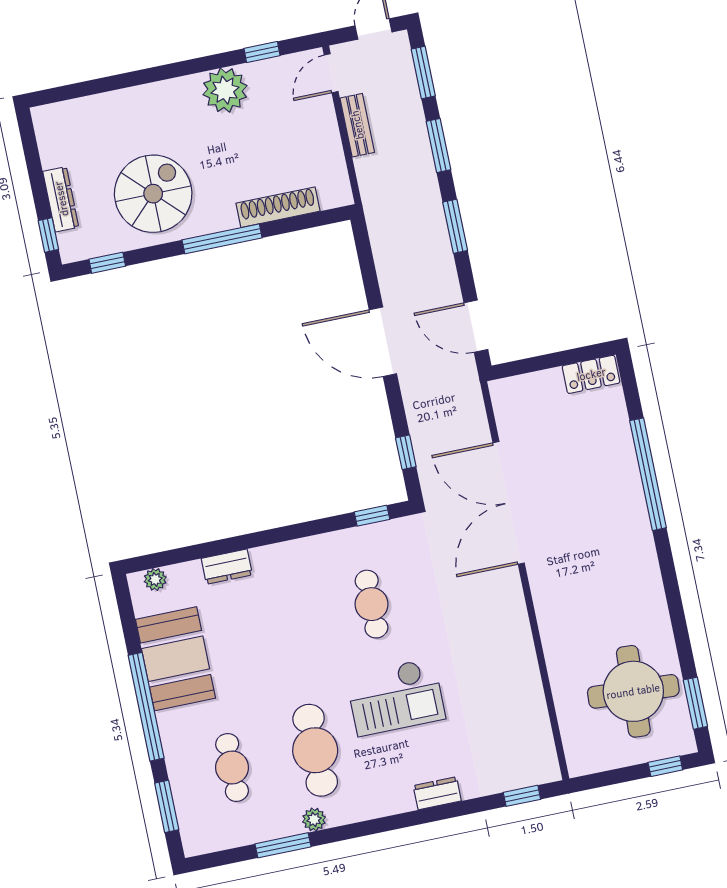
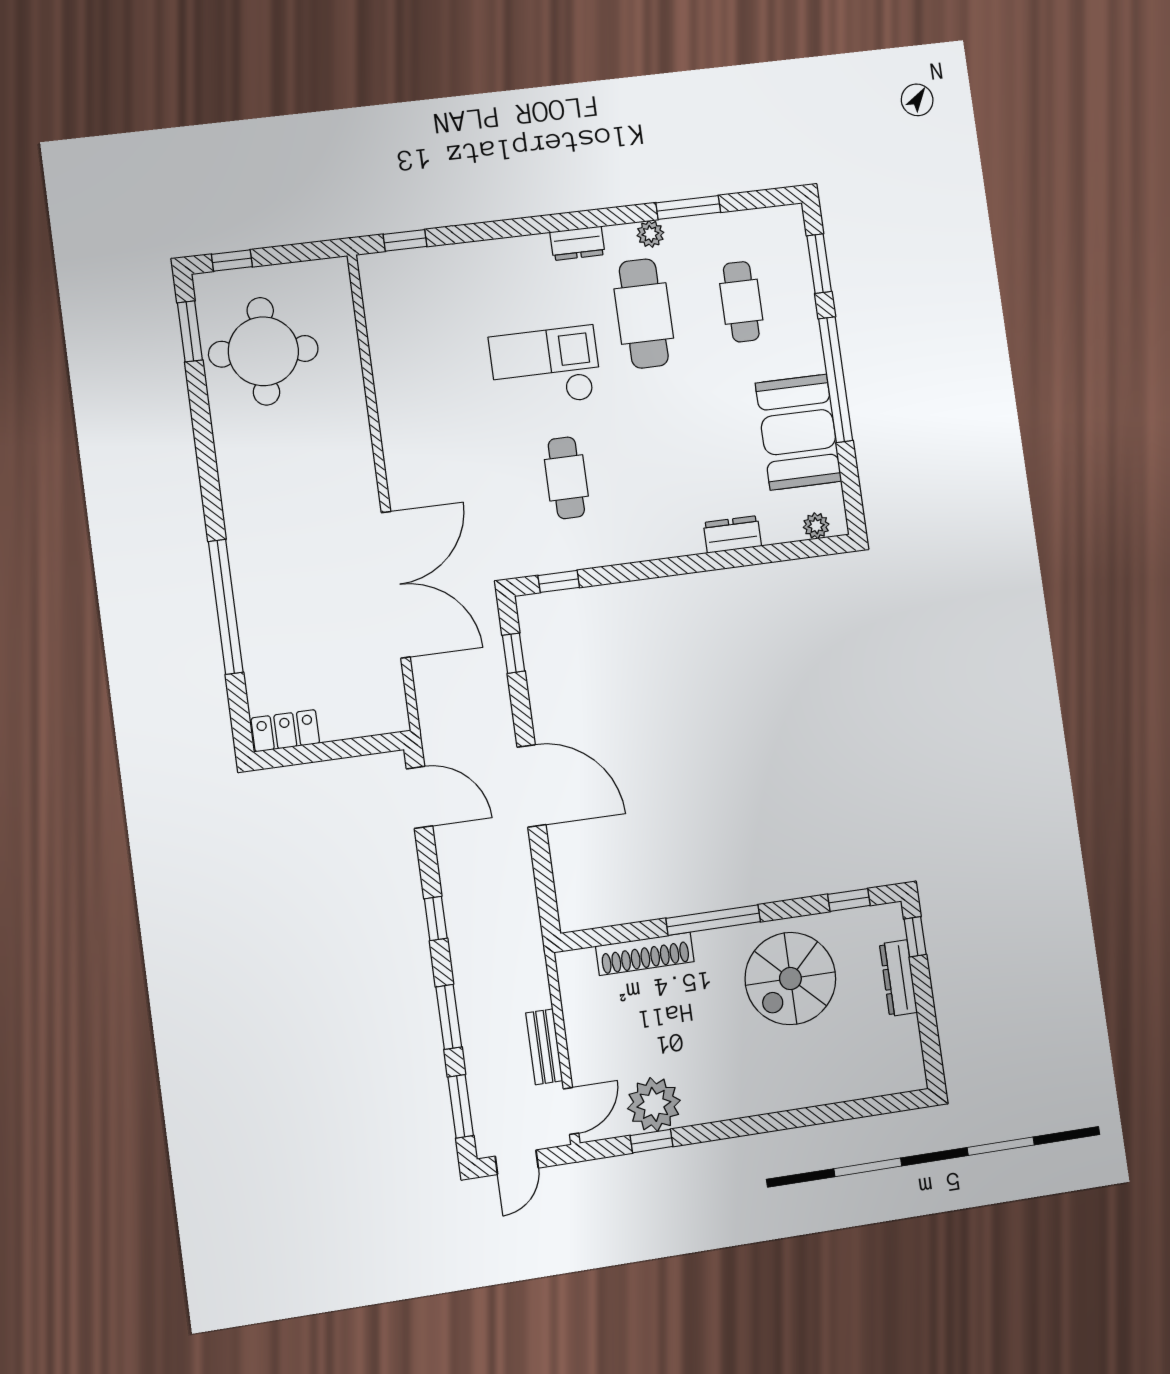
plant: (225, 90) -> (654, 1104), moved
window: (455, 226) -> (436, 919), width x0.67
dresser: (437, 793) -> (577, 243), moved

